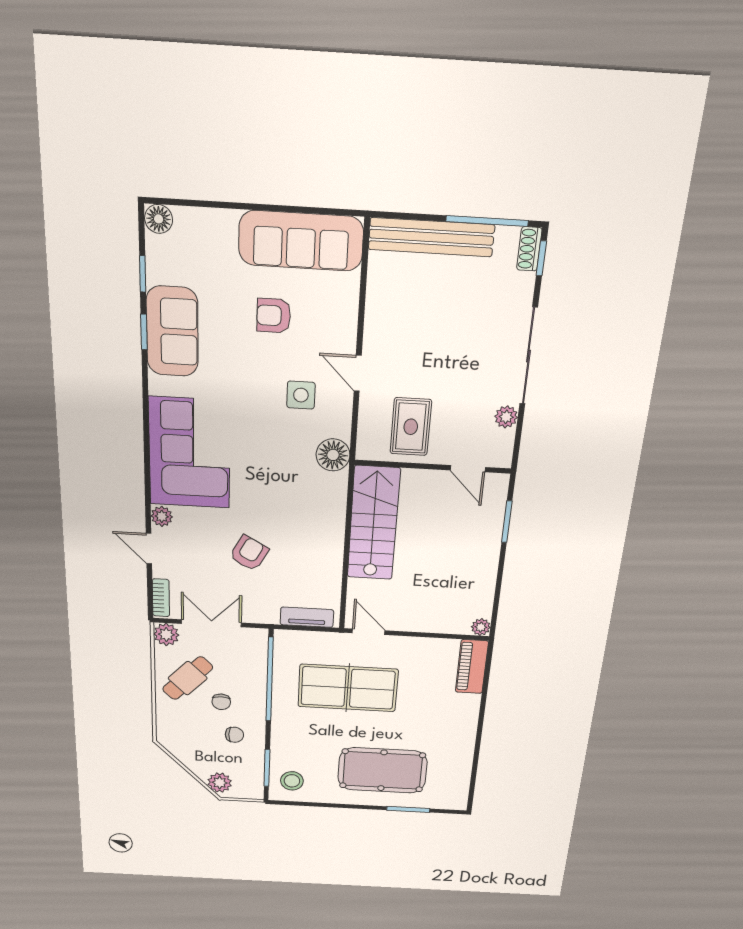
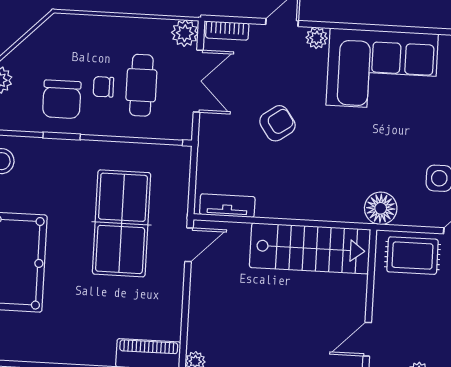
rug: (411, 427) -> (412, 256), moved
armchair: (249, 553) -> (277, 123), turned -64
tv unit: (307, 617) -> (227, 206), moved, turned -90
cafe table: (188, 678) -> (141, 85), moved, turned 46
chair: (234, 735) -> (62, 99), width x1.87, depth x1.87

